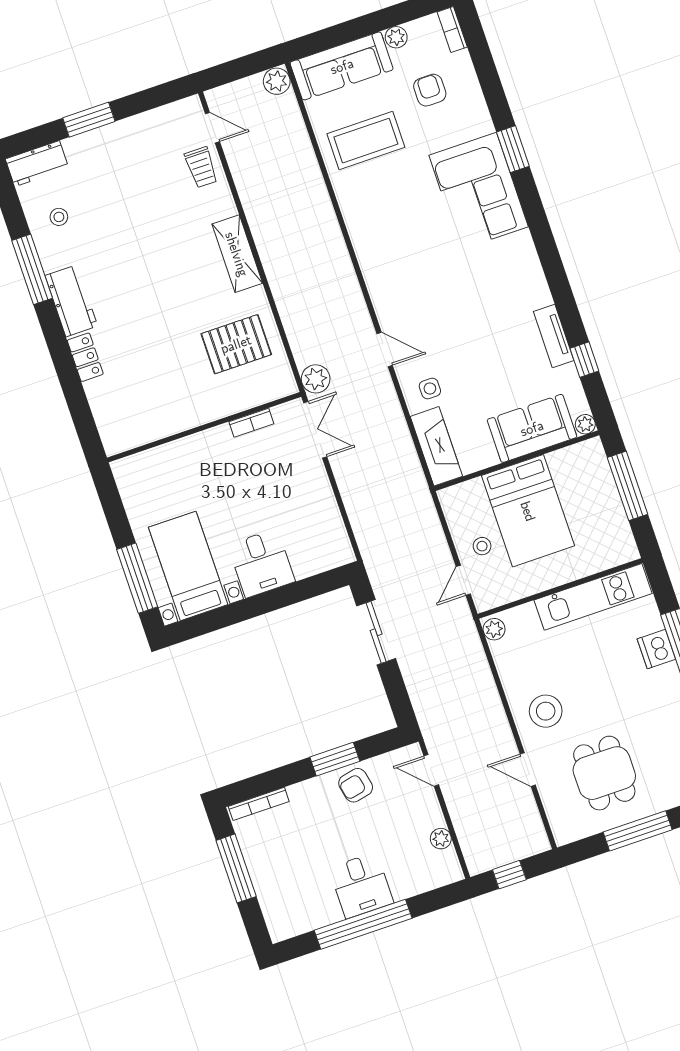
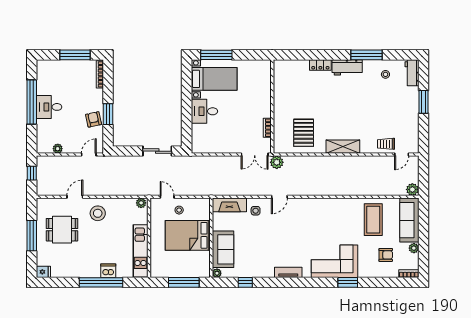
tv unit: (554, 336) -> (288, 272), moved

